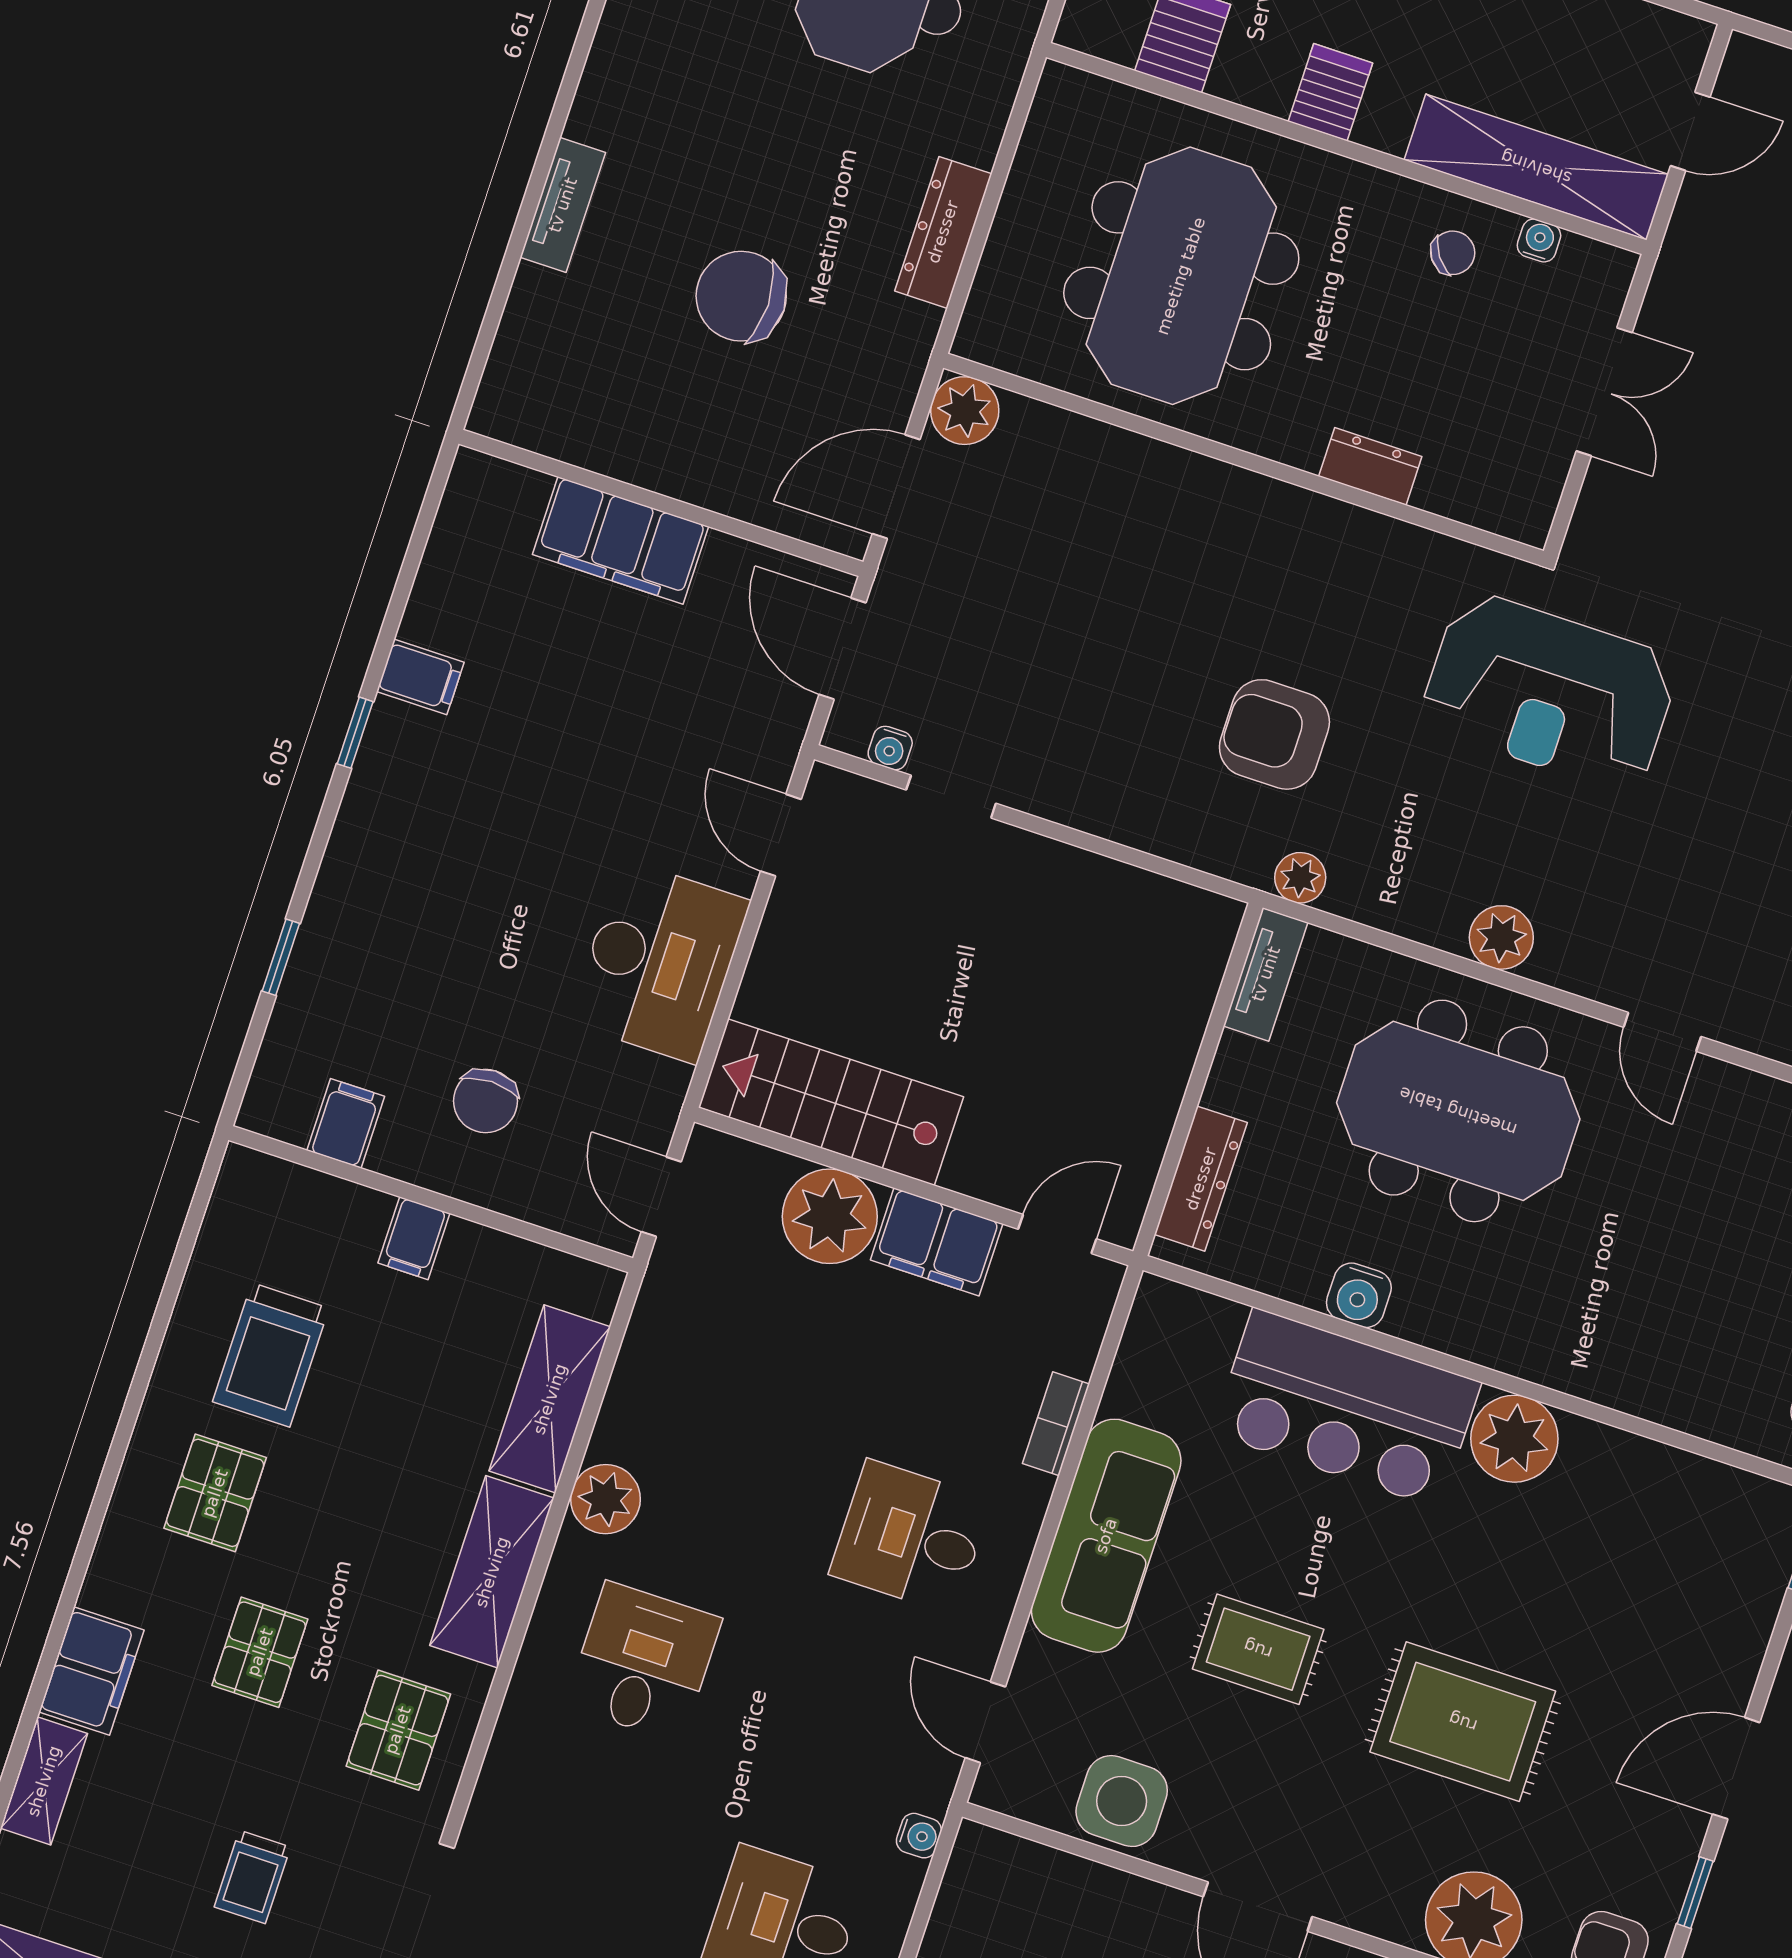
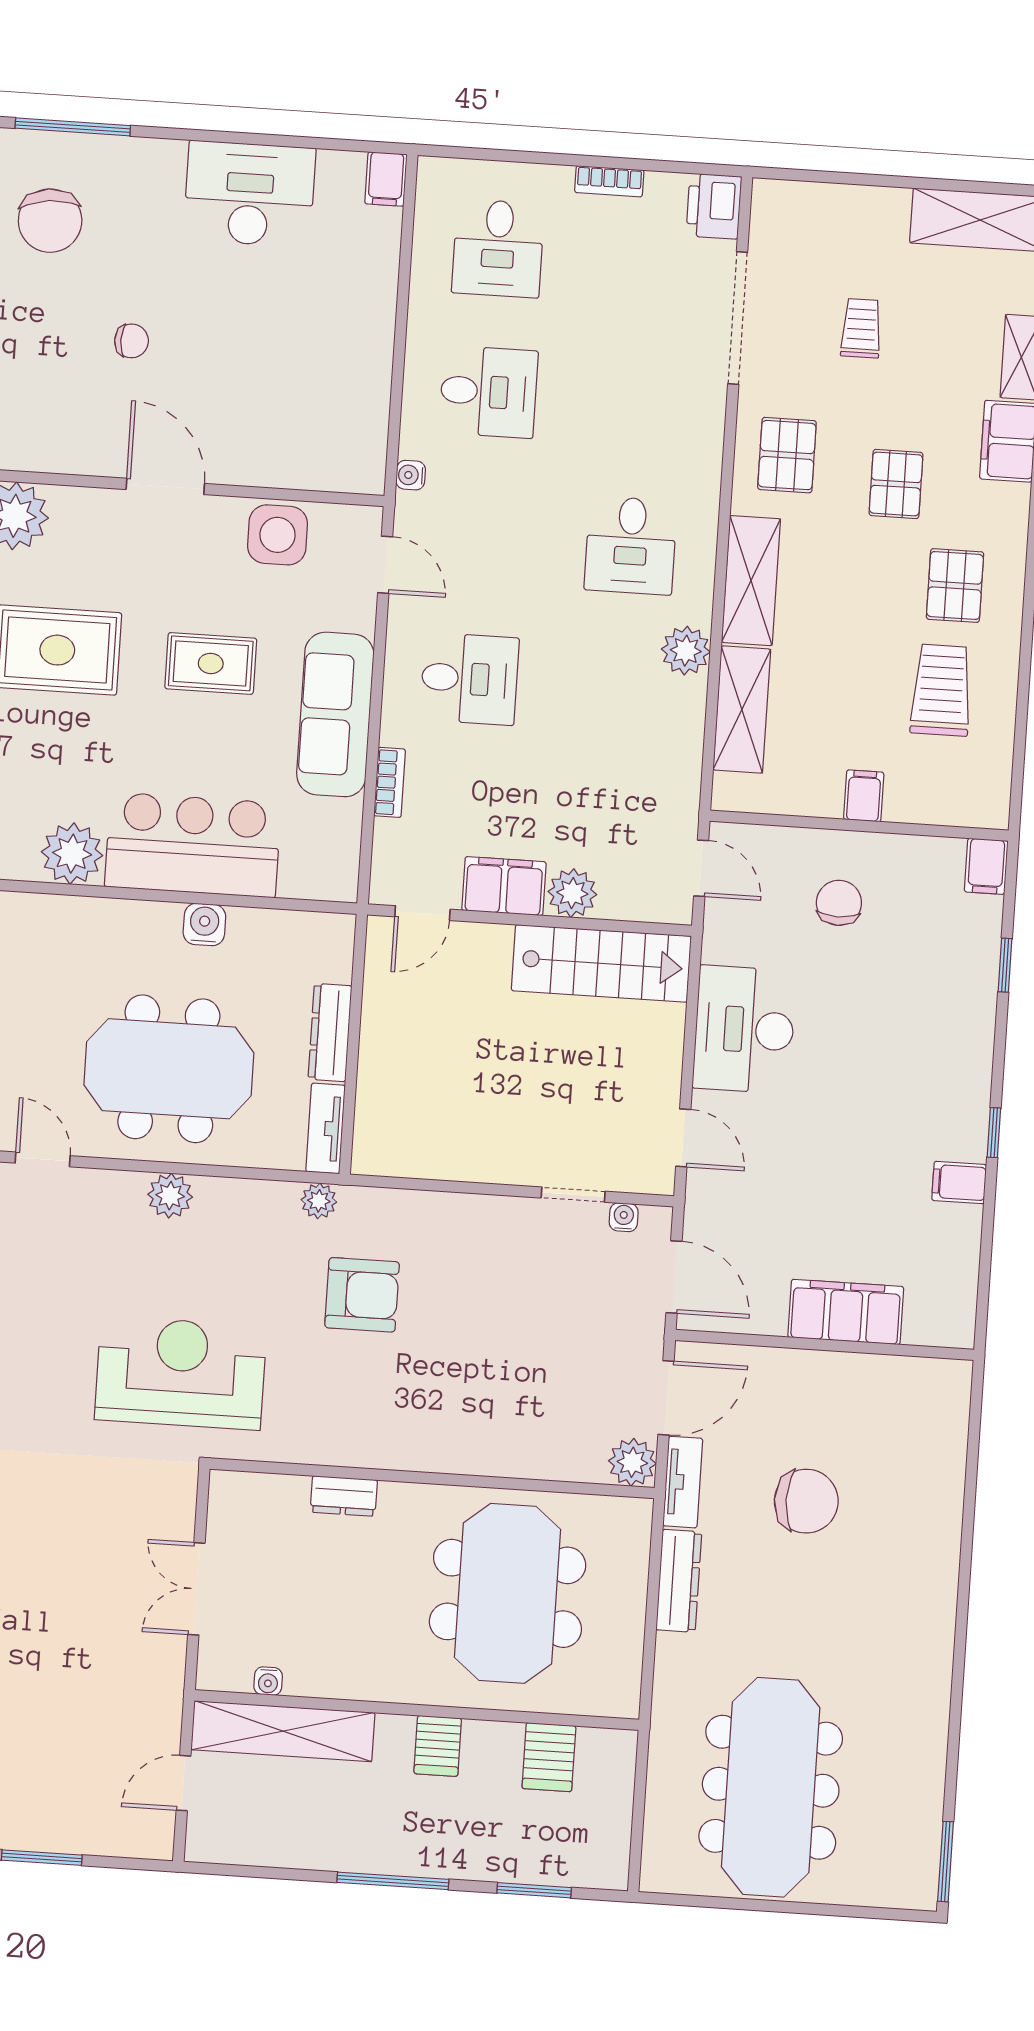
tv unit: (563, 205) -> (683, 1482), moved, turned 180
chair: (1453, 253) -> (325, 1657), removed
filing cabinet: (346, 1123) -> (986, 866), moved
dresser: (1201, 1179) -> (330, 1032), moved
plant: (830, 1216) -> (572, 893), width x0.73, depth x0.73

